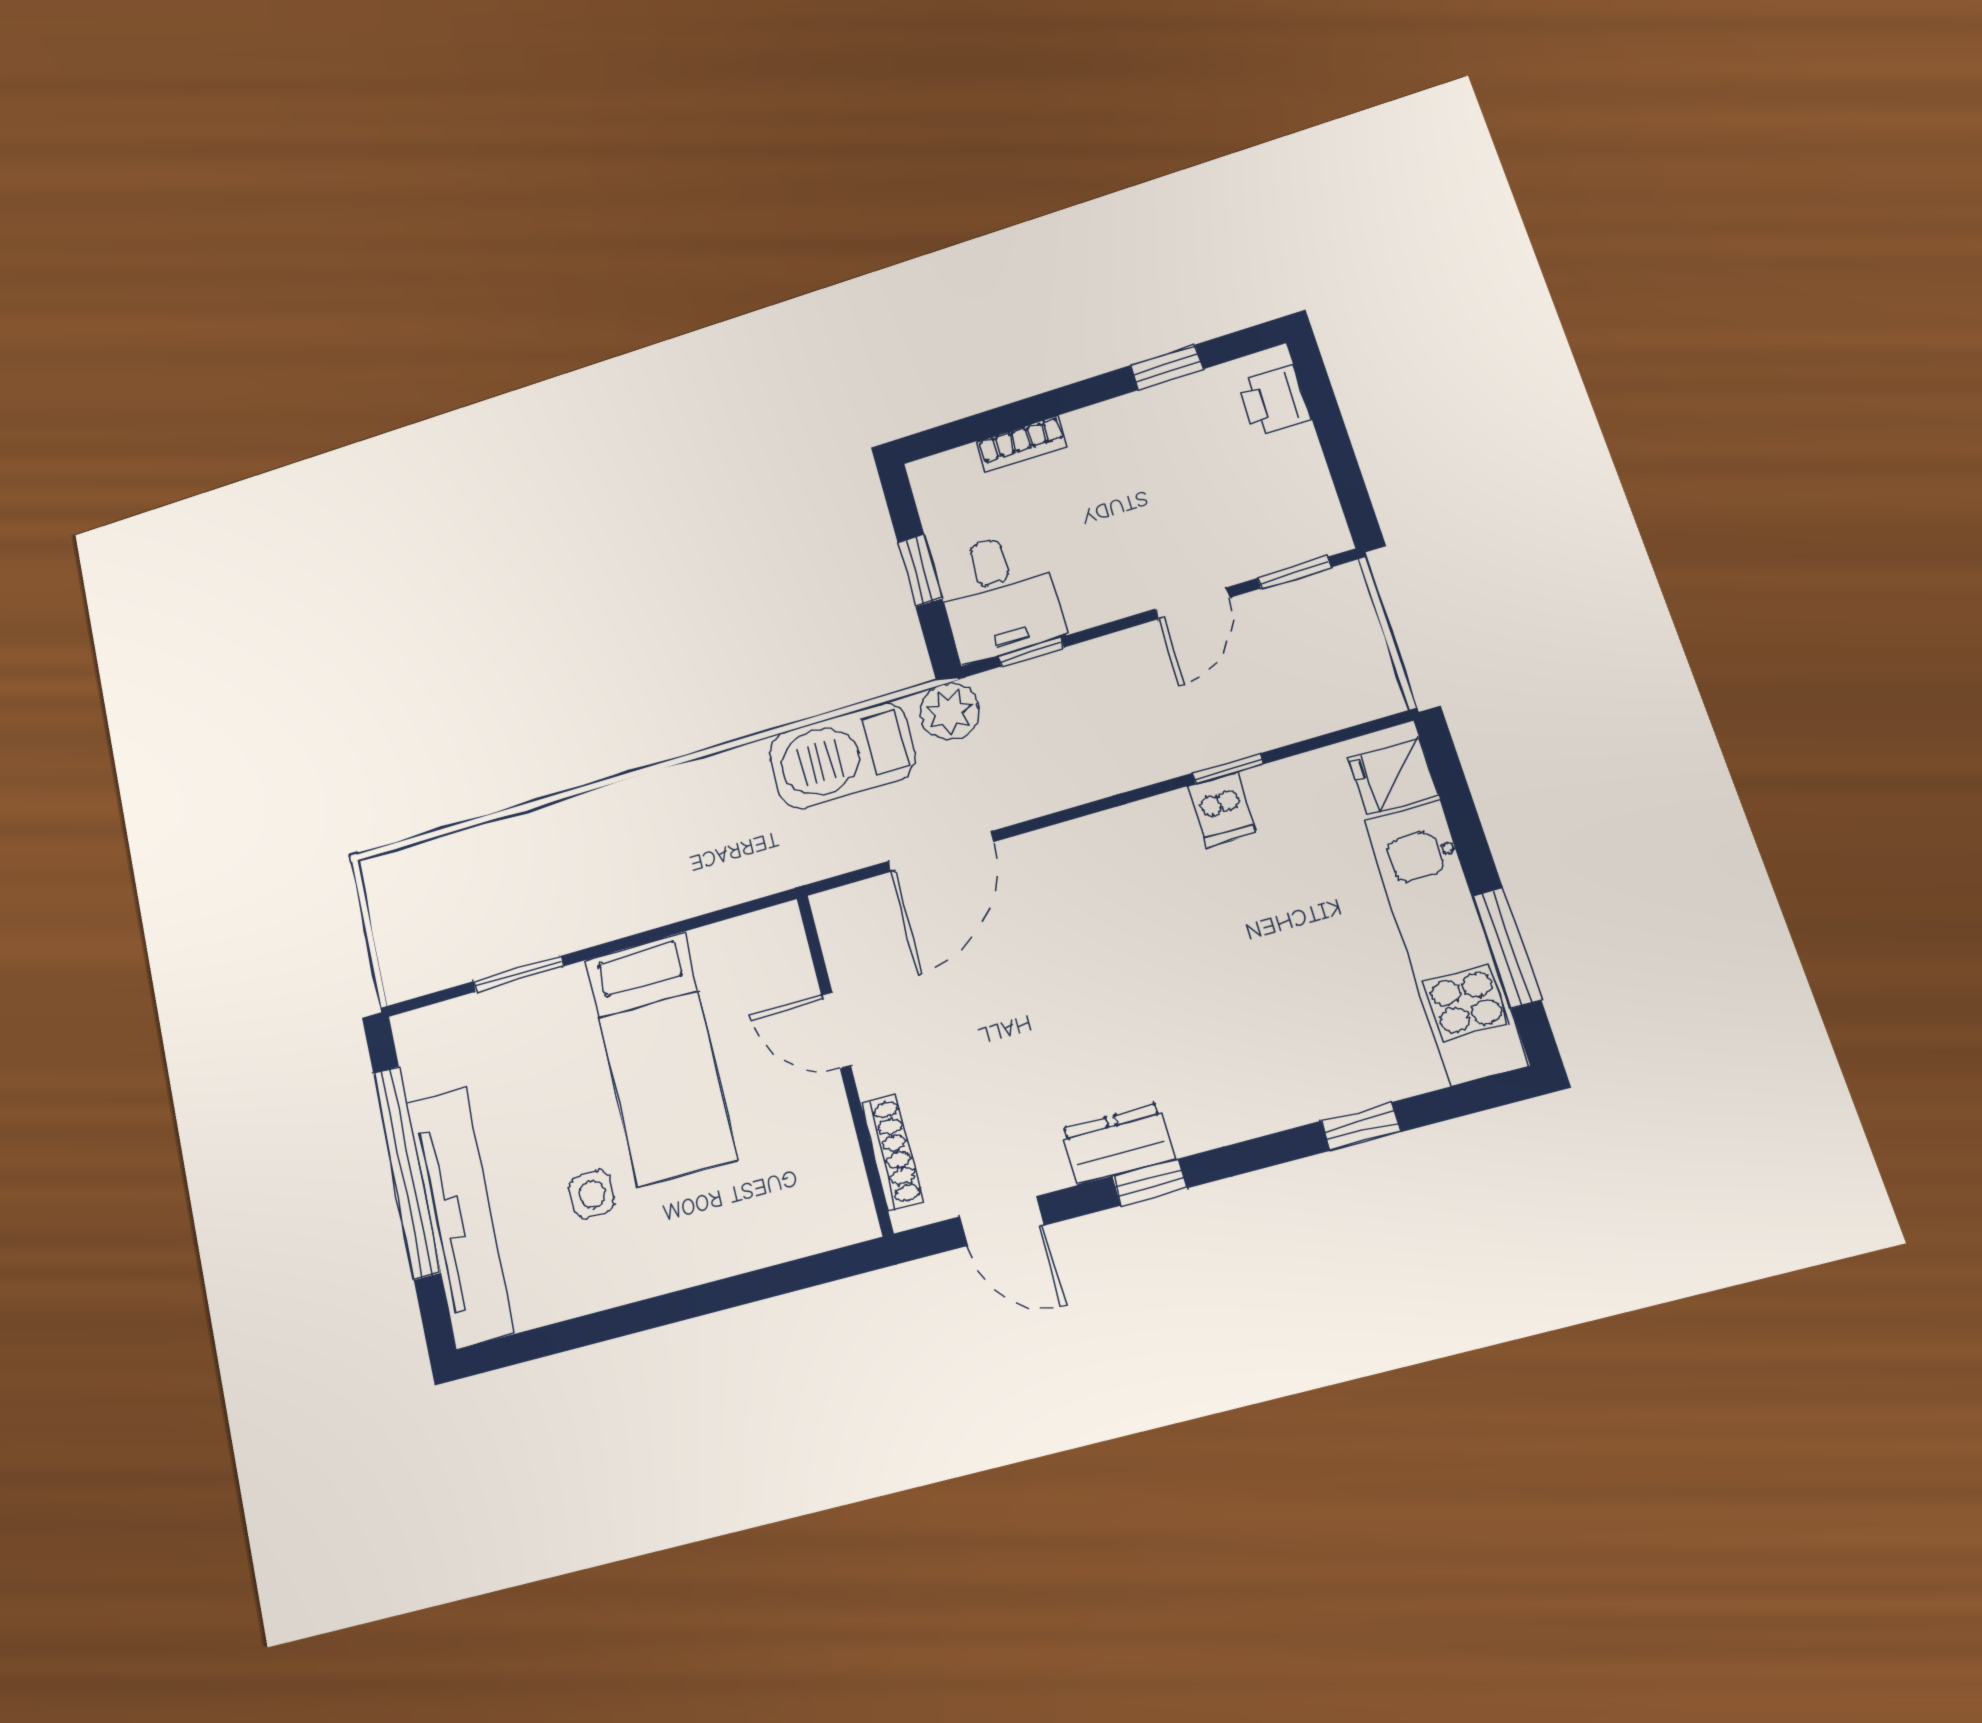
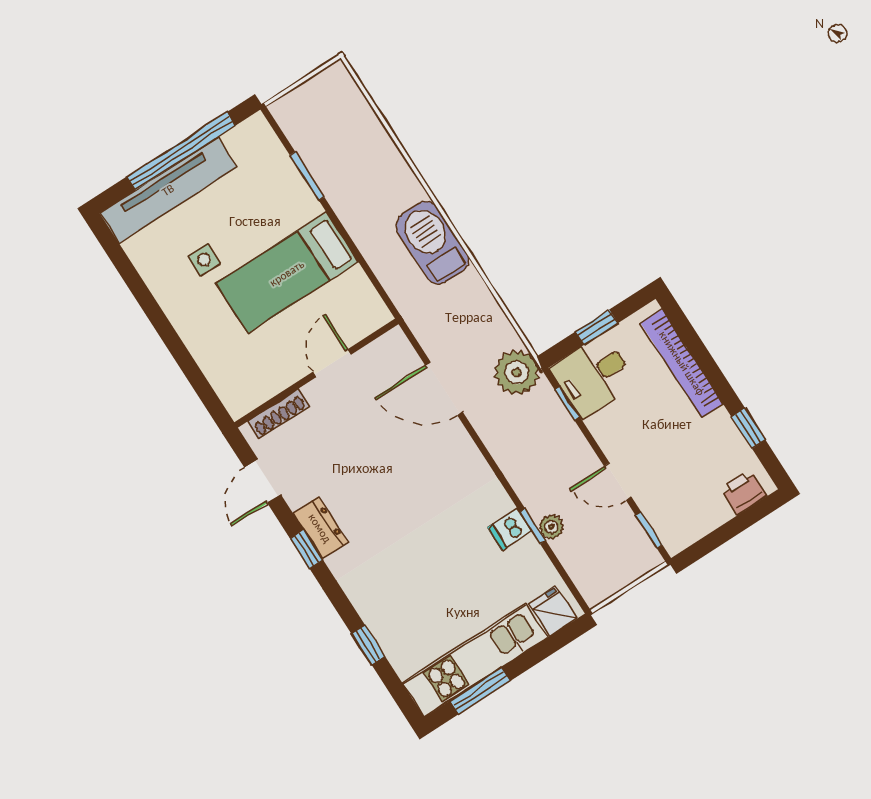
bookcase: (1022, 443) -> (682, 363), width x2.31, depth x1.31
plant: (950, 712) -> (517, 372), width x1.36, depth x1.36
plant: (1238, 737) -> (551, 527), added
barbecue: (842, 755) -> (432, 243), moved

